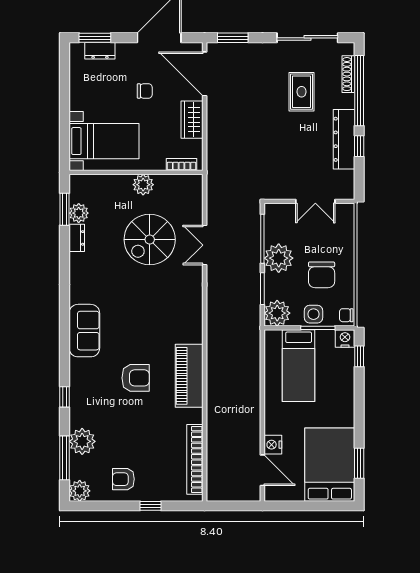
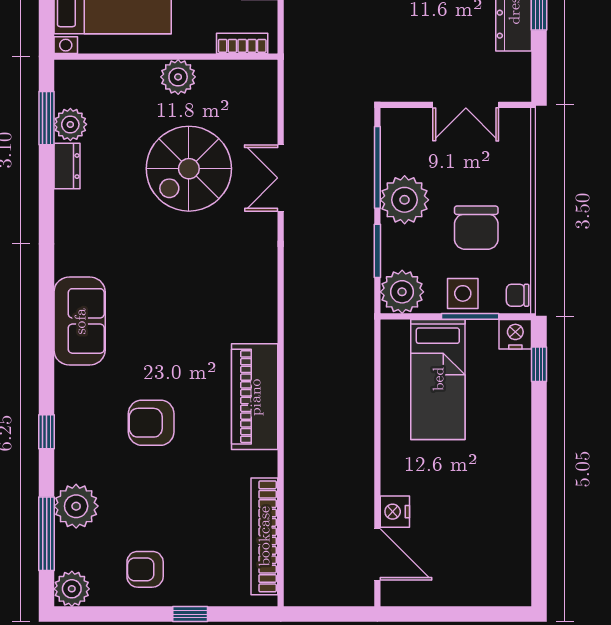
armchair: (136, 378) -> (151, 423), moved, turned 180
window: (359, 463) -> (539, 543), removed
bed: (330, 465) -> (490, 545), removed

